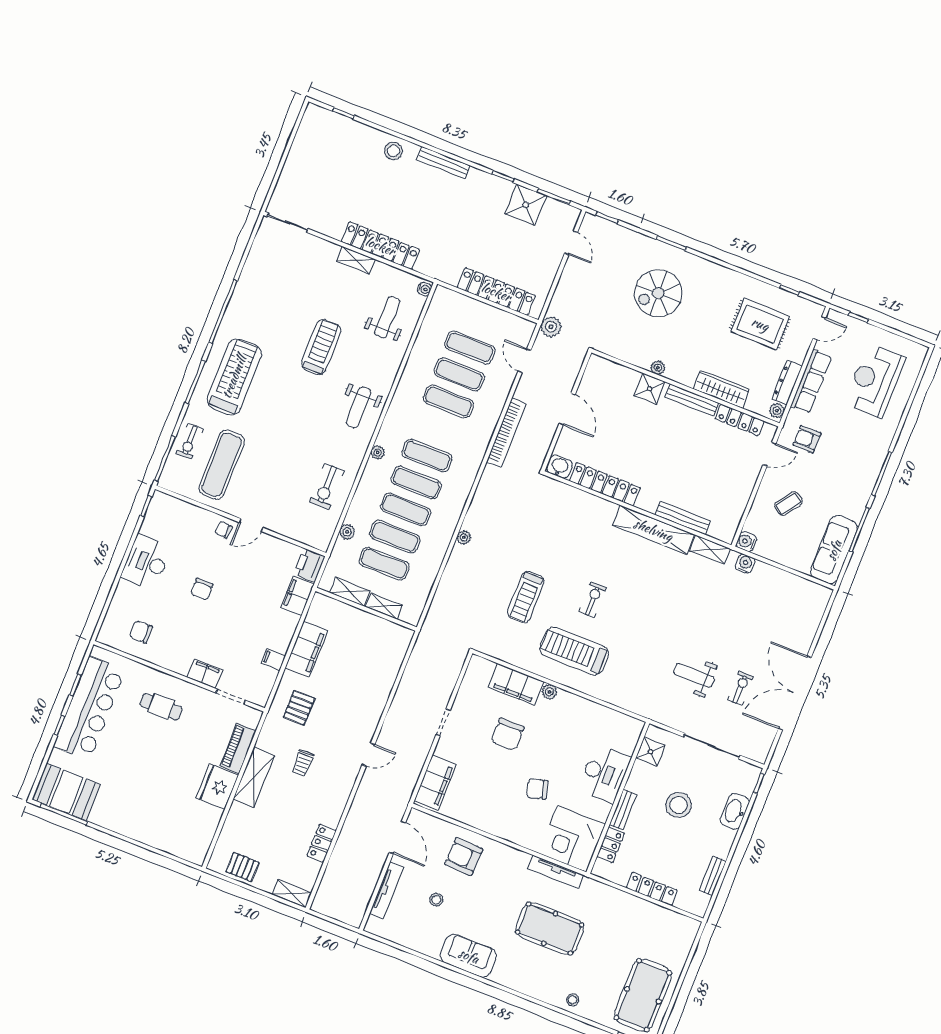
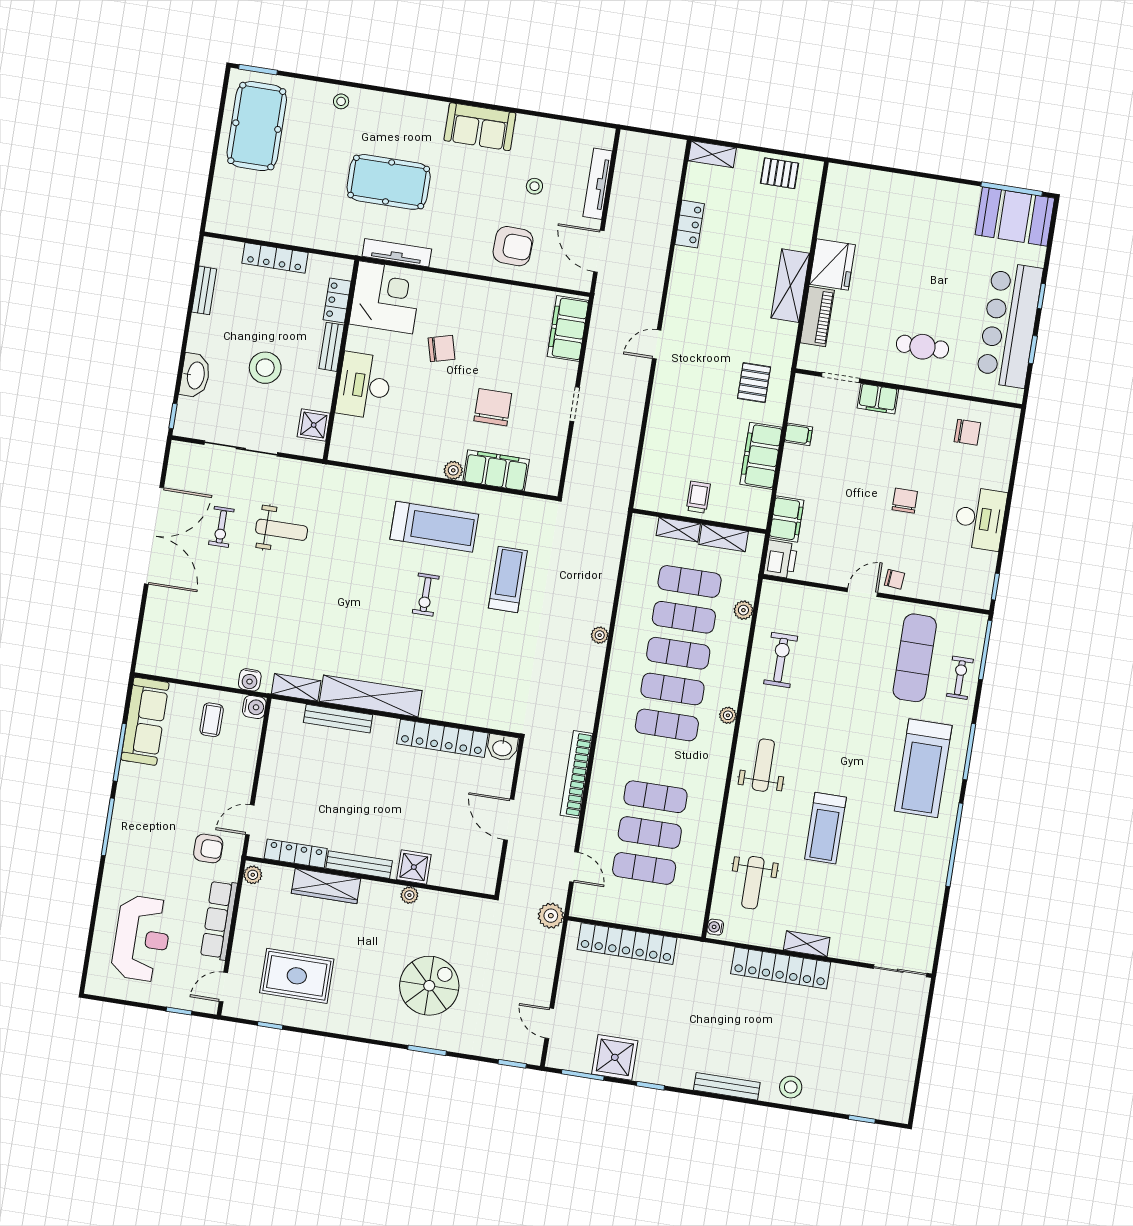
dresser: (787, 383) -> (248, 912), removed
coffee table: (788, 504) -> (212, 720), moved, turned -35
trolley: (303, 763) -> (698, 497), moved

